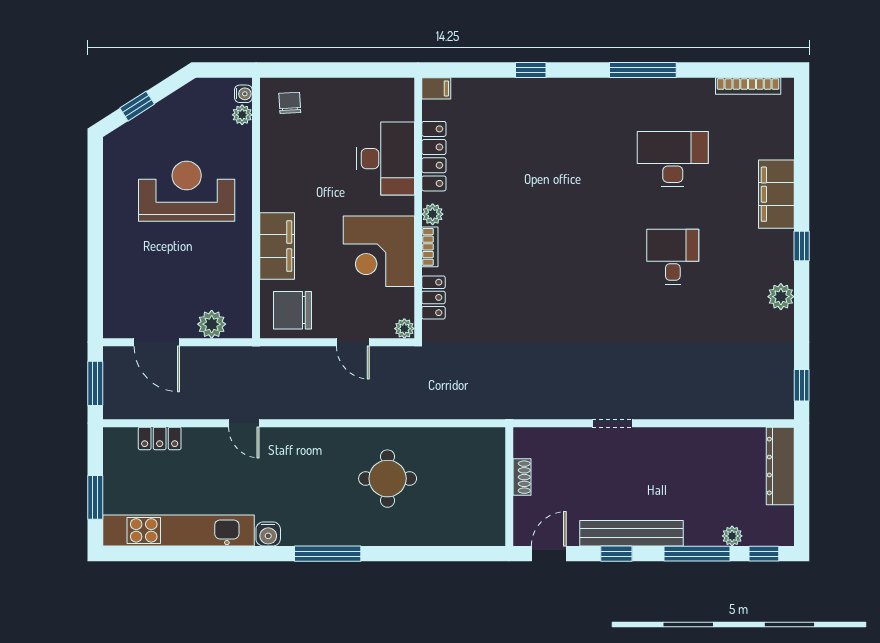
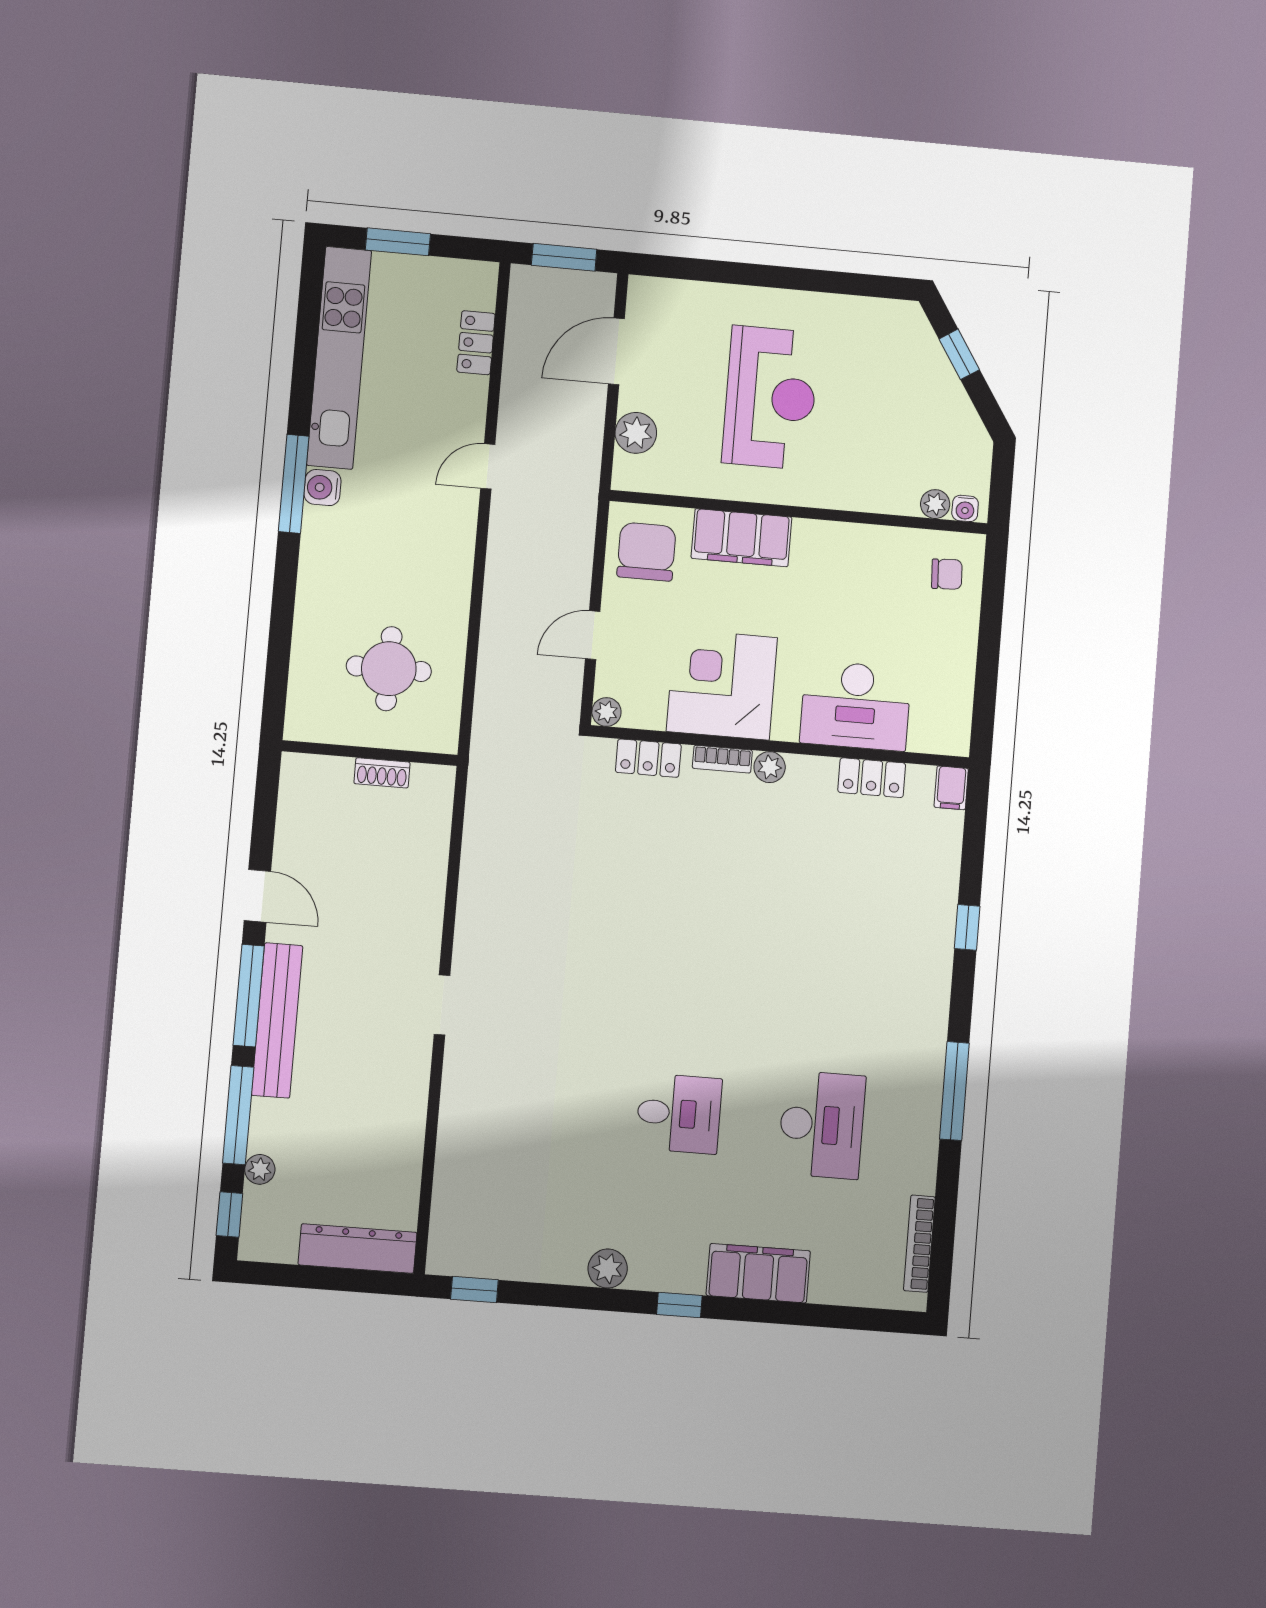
locker: (434, 156) -> (872, 778), width x0.66
reception desk: (187, 191) -> (770, 398), moved
shoe rack: (522, 477) -> (382, 773), moved
wall: (509, 487) -> (370, 753), moved
window: (328, 554) -> (294, 484), moved
window: (616, 554) -> (249, 996), width x2.17

